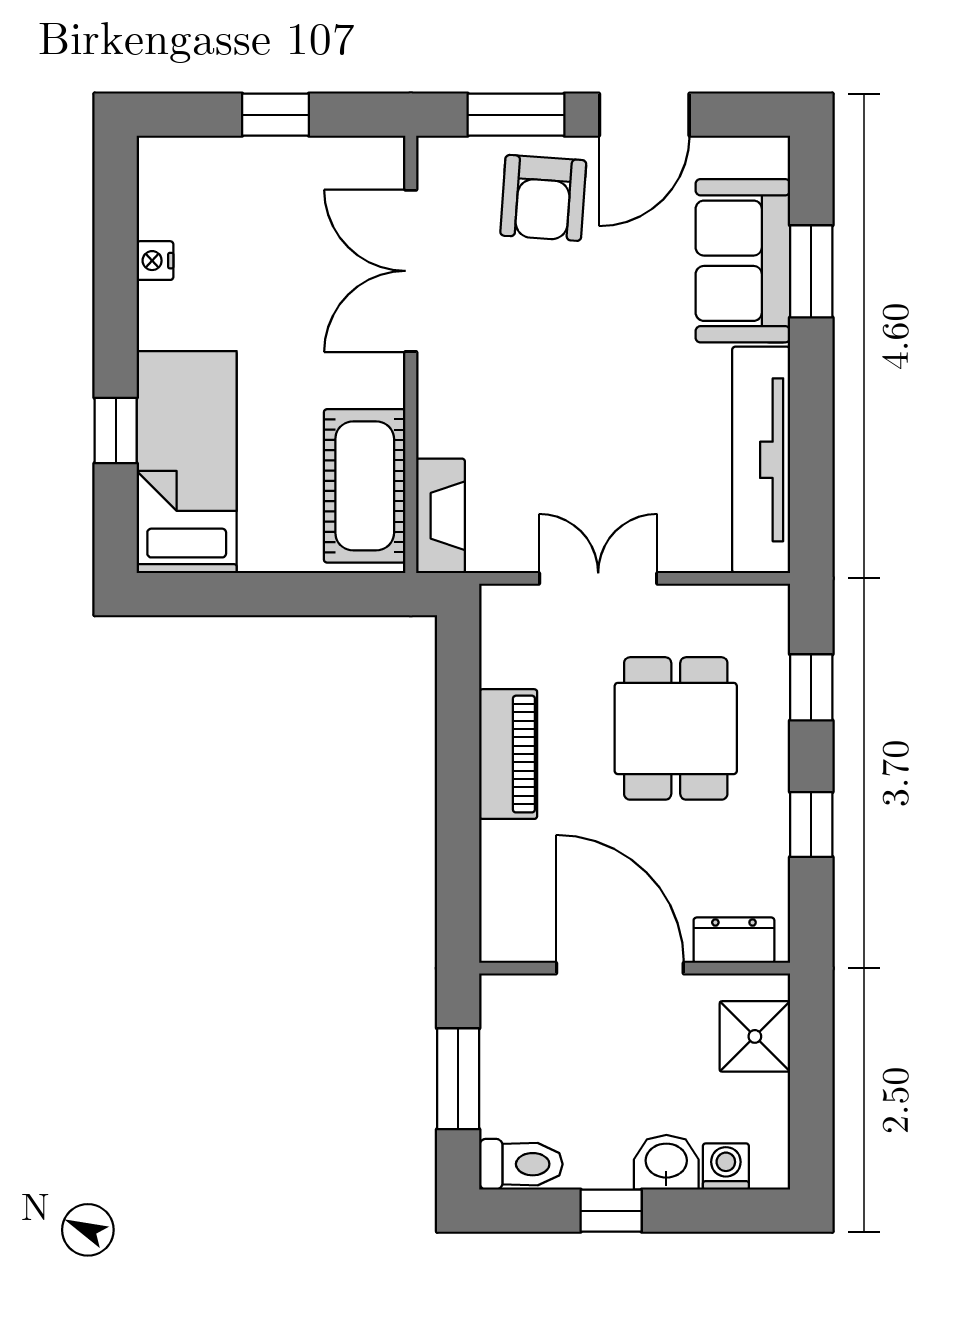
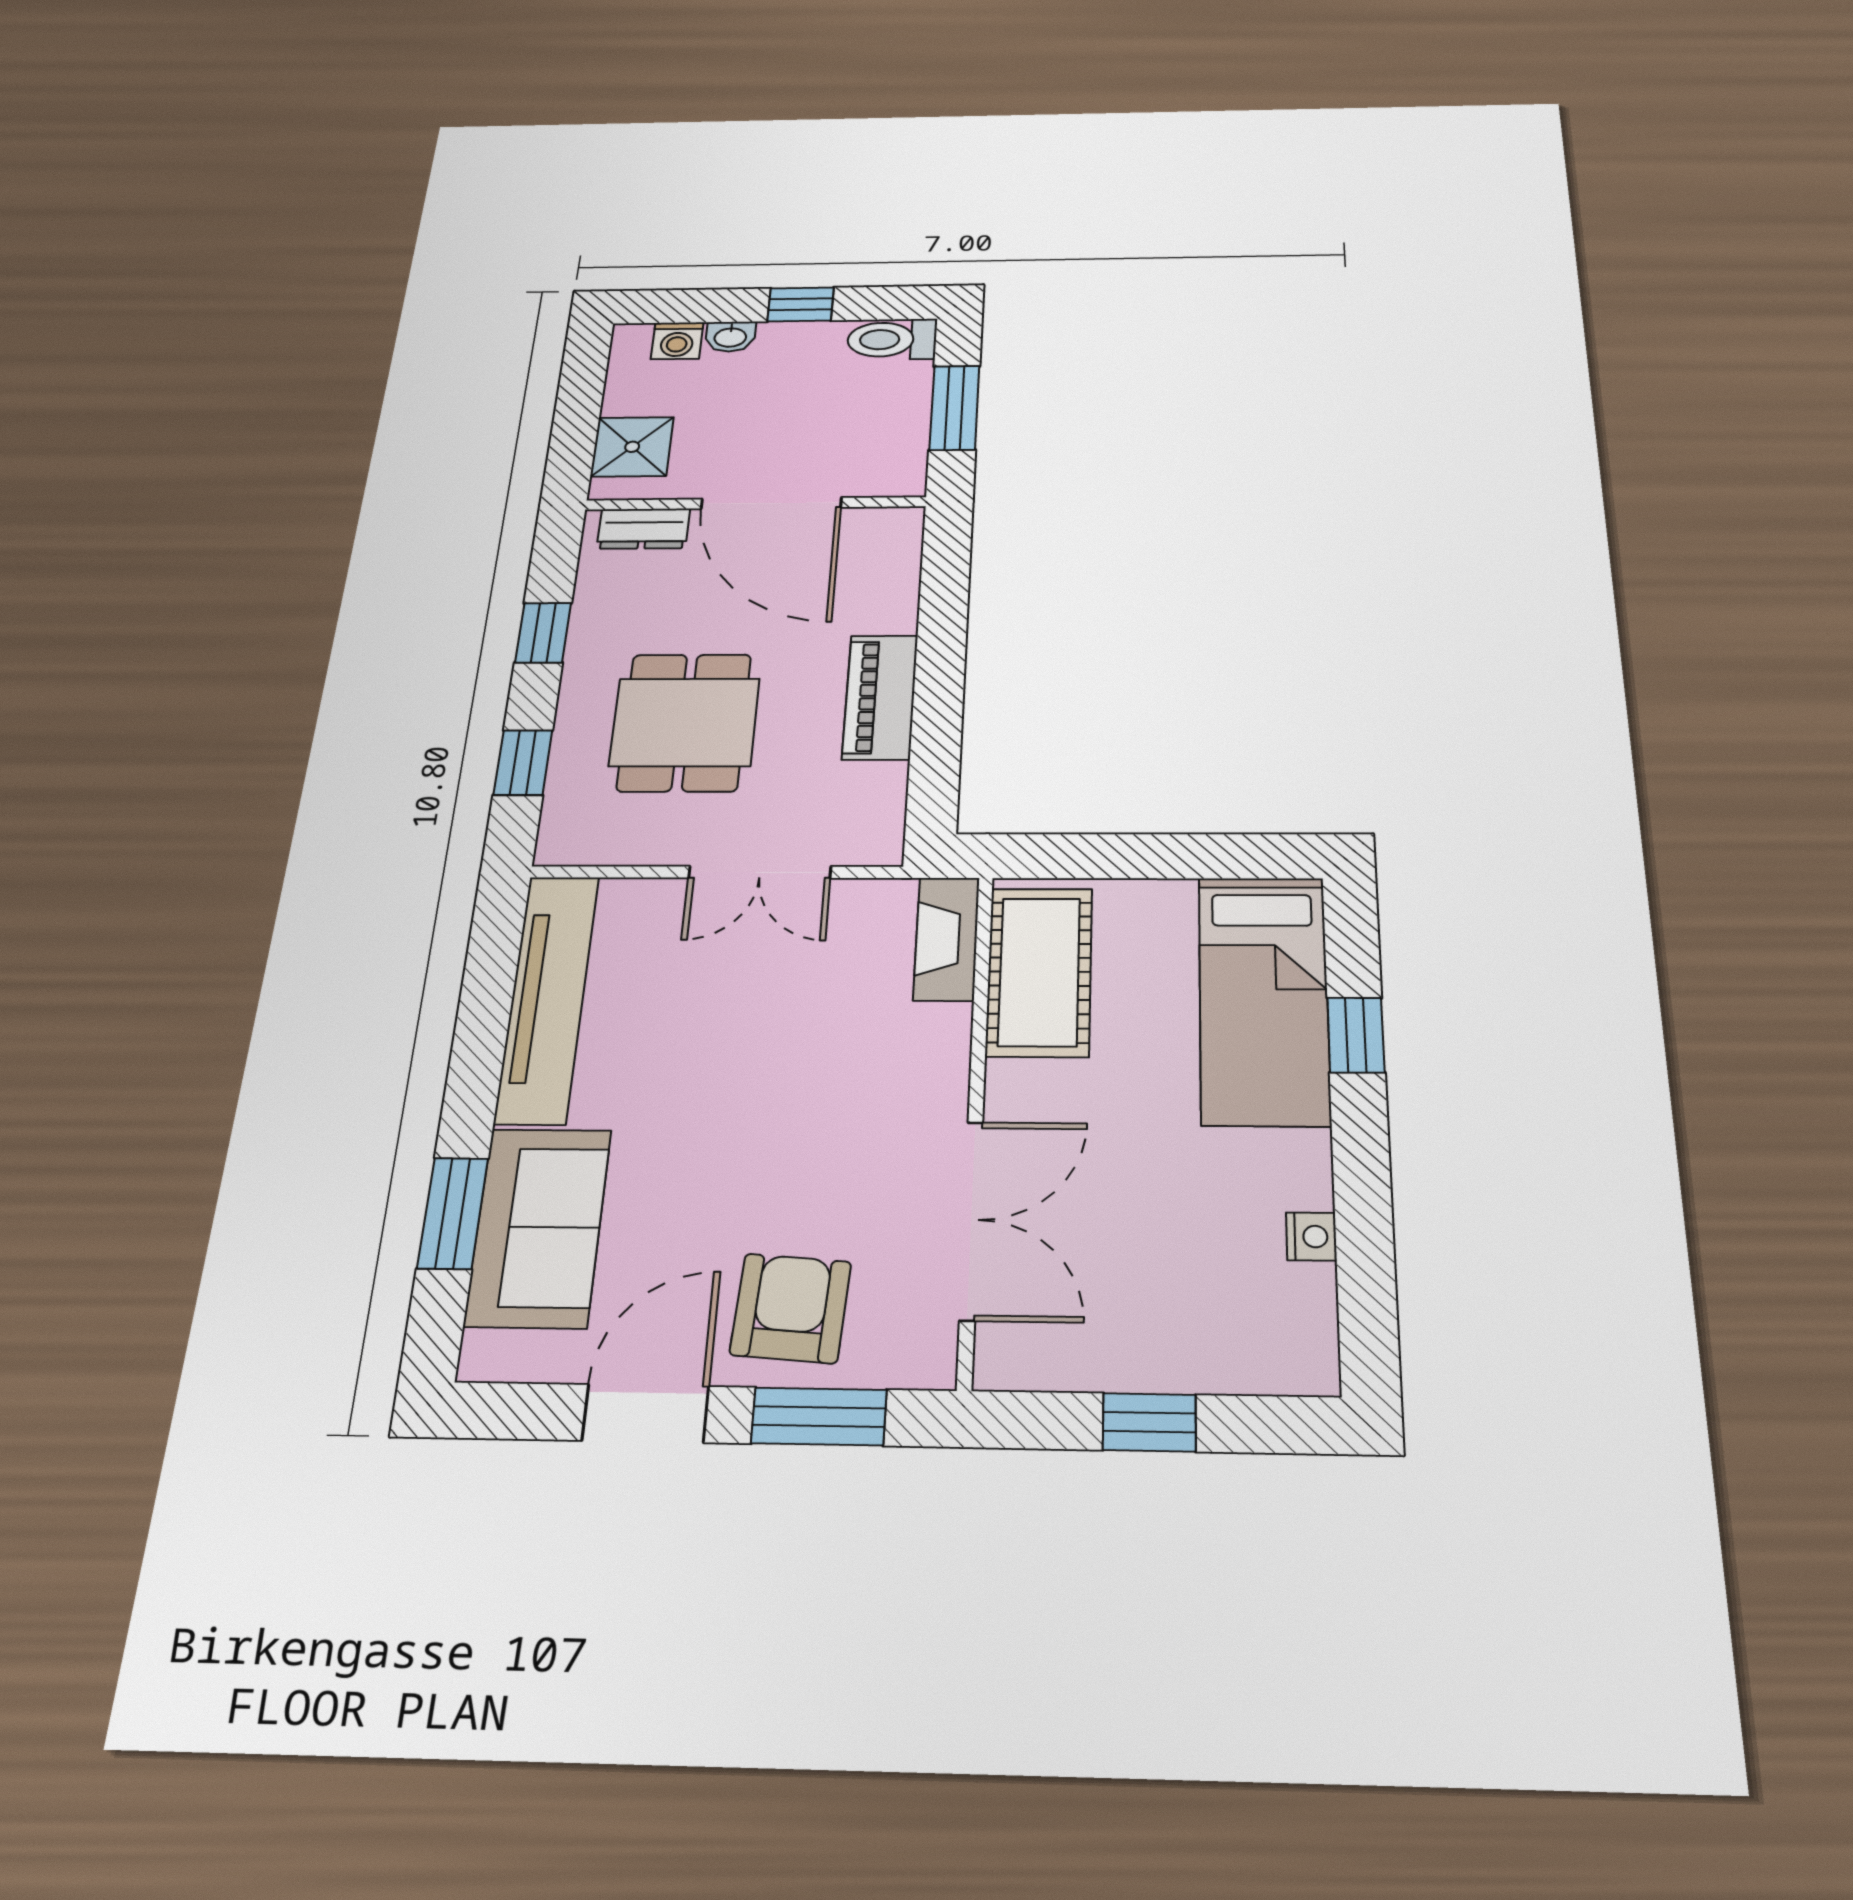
washbasin: (666, 1162) -> (730, 337), width x0.72, depth x0.69

